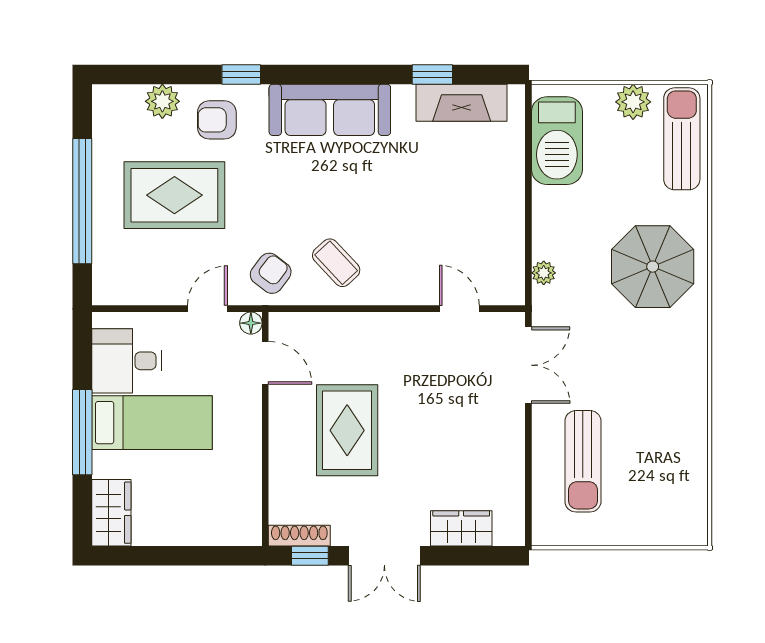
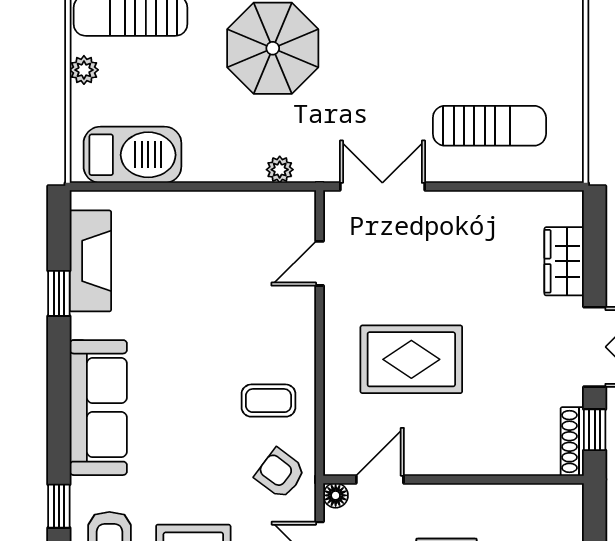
plant: (633, 102) -> (84, 70), width x0.73, depth x0.73
coffee table: (336, 263) -> (268, 401), turned 43
rug: (347, 430) -> (411, 359), moved

